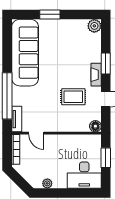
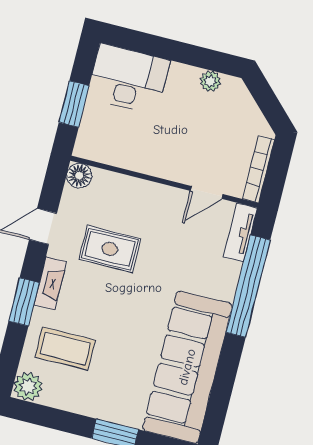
coffee table: (82, 47) -> (65, 349), added
door: (36, 133) -> (207, 193), swing flipped

